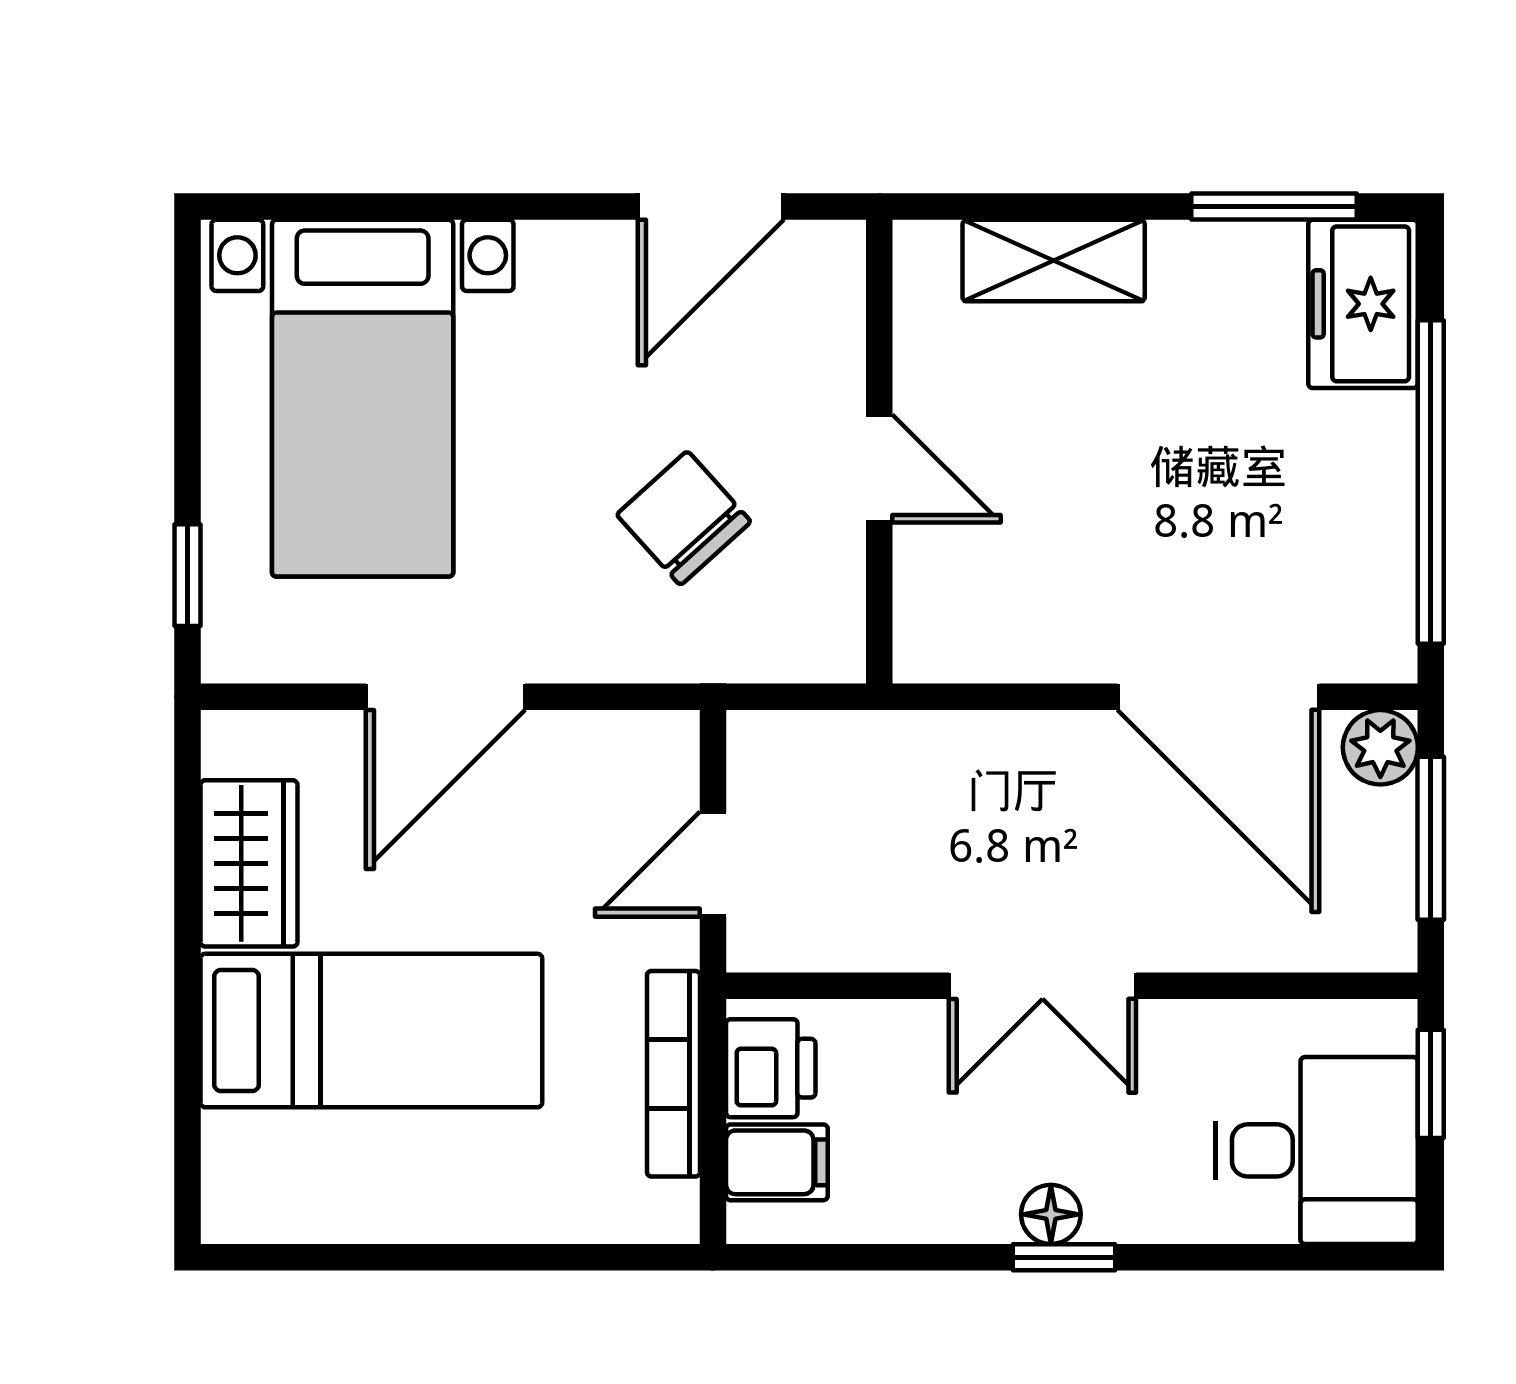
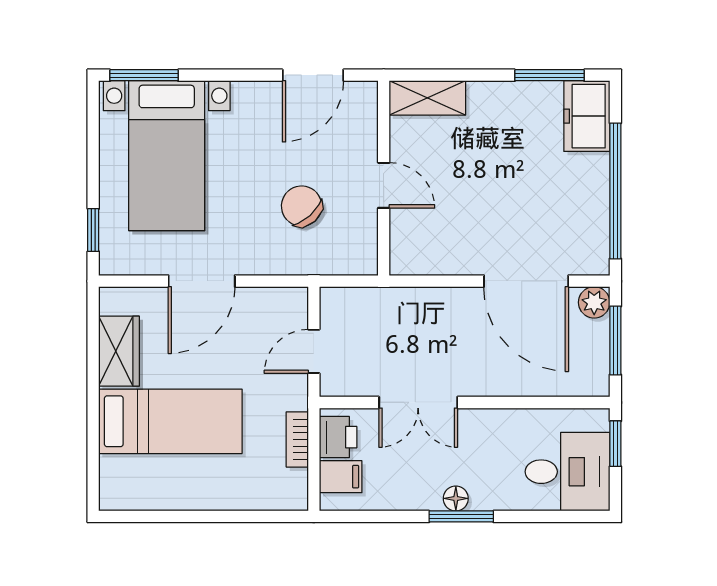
window: (309, 207) -> (144, 75), added
shelving: (1054, 261) -> (427, 98), moved
double door: (1043, 986) -> (418, 402), moved
bookcase: (673, 1074) -> (297, 439), width x0.64
window: (1064, 1257) -> (461, 516), width x1.50

